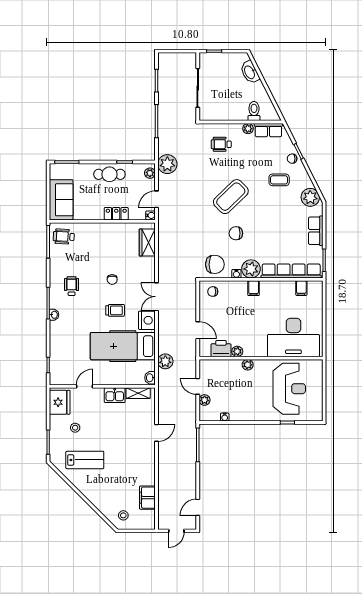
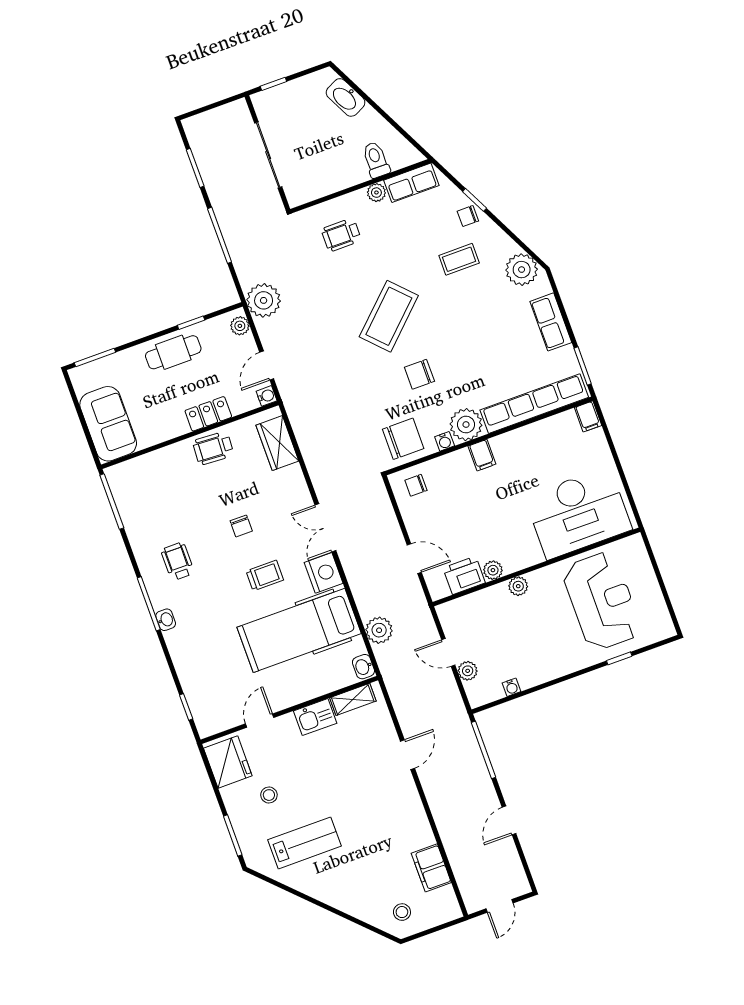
wheelchair: (64, 237) -> (213, 448), moved
filing cabinet: (301, 288) -> (588, 416), moved
door: (198, 507) -> (509, 820), moved

